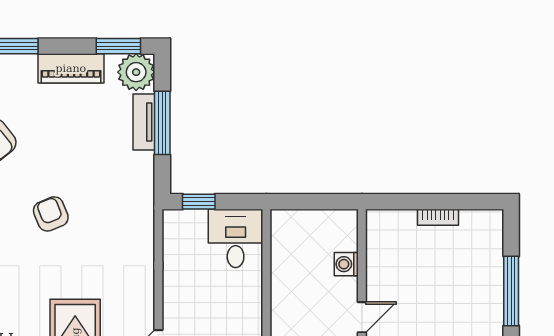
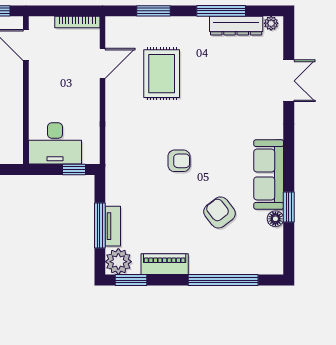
armchair: (51, 214) -> (179, 161), turned -68
desk: (236, 238) -> (55, 143), width x1.37

